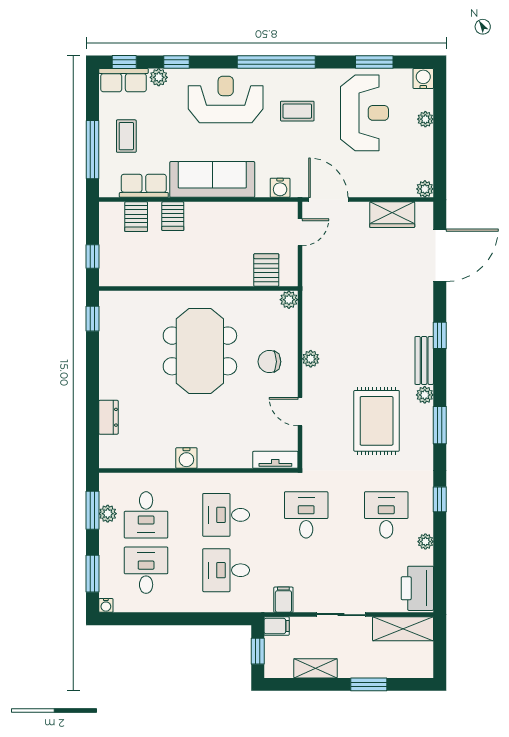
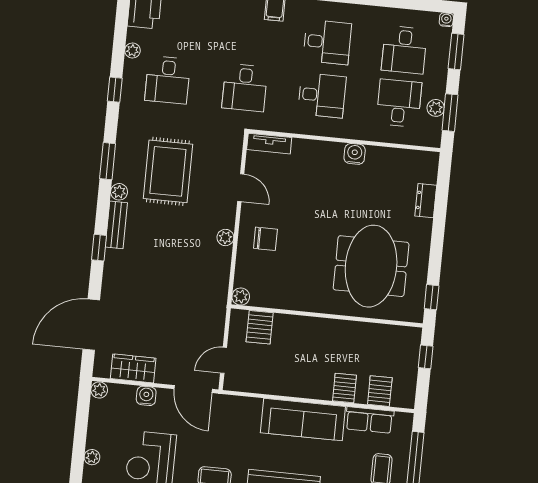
water cooler: (280, 188) -> (146, 396), moved
meeting table: (200, 351) -> (371, 266), moved

